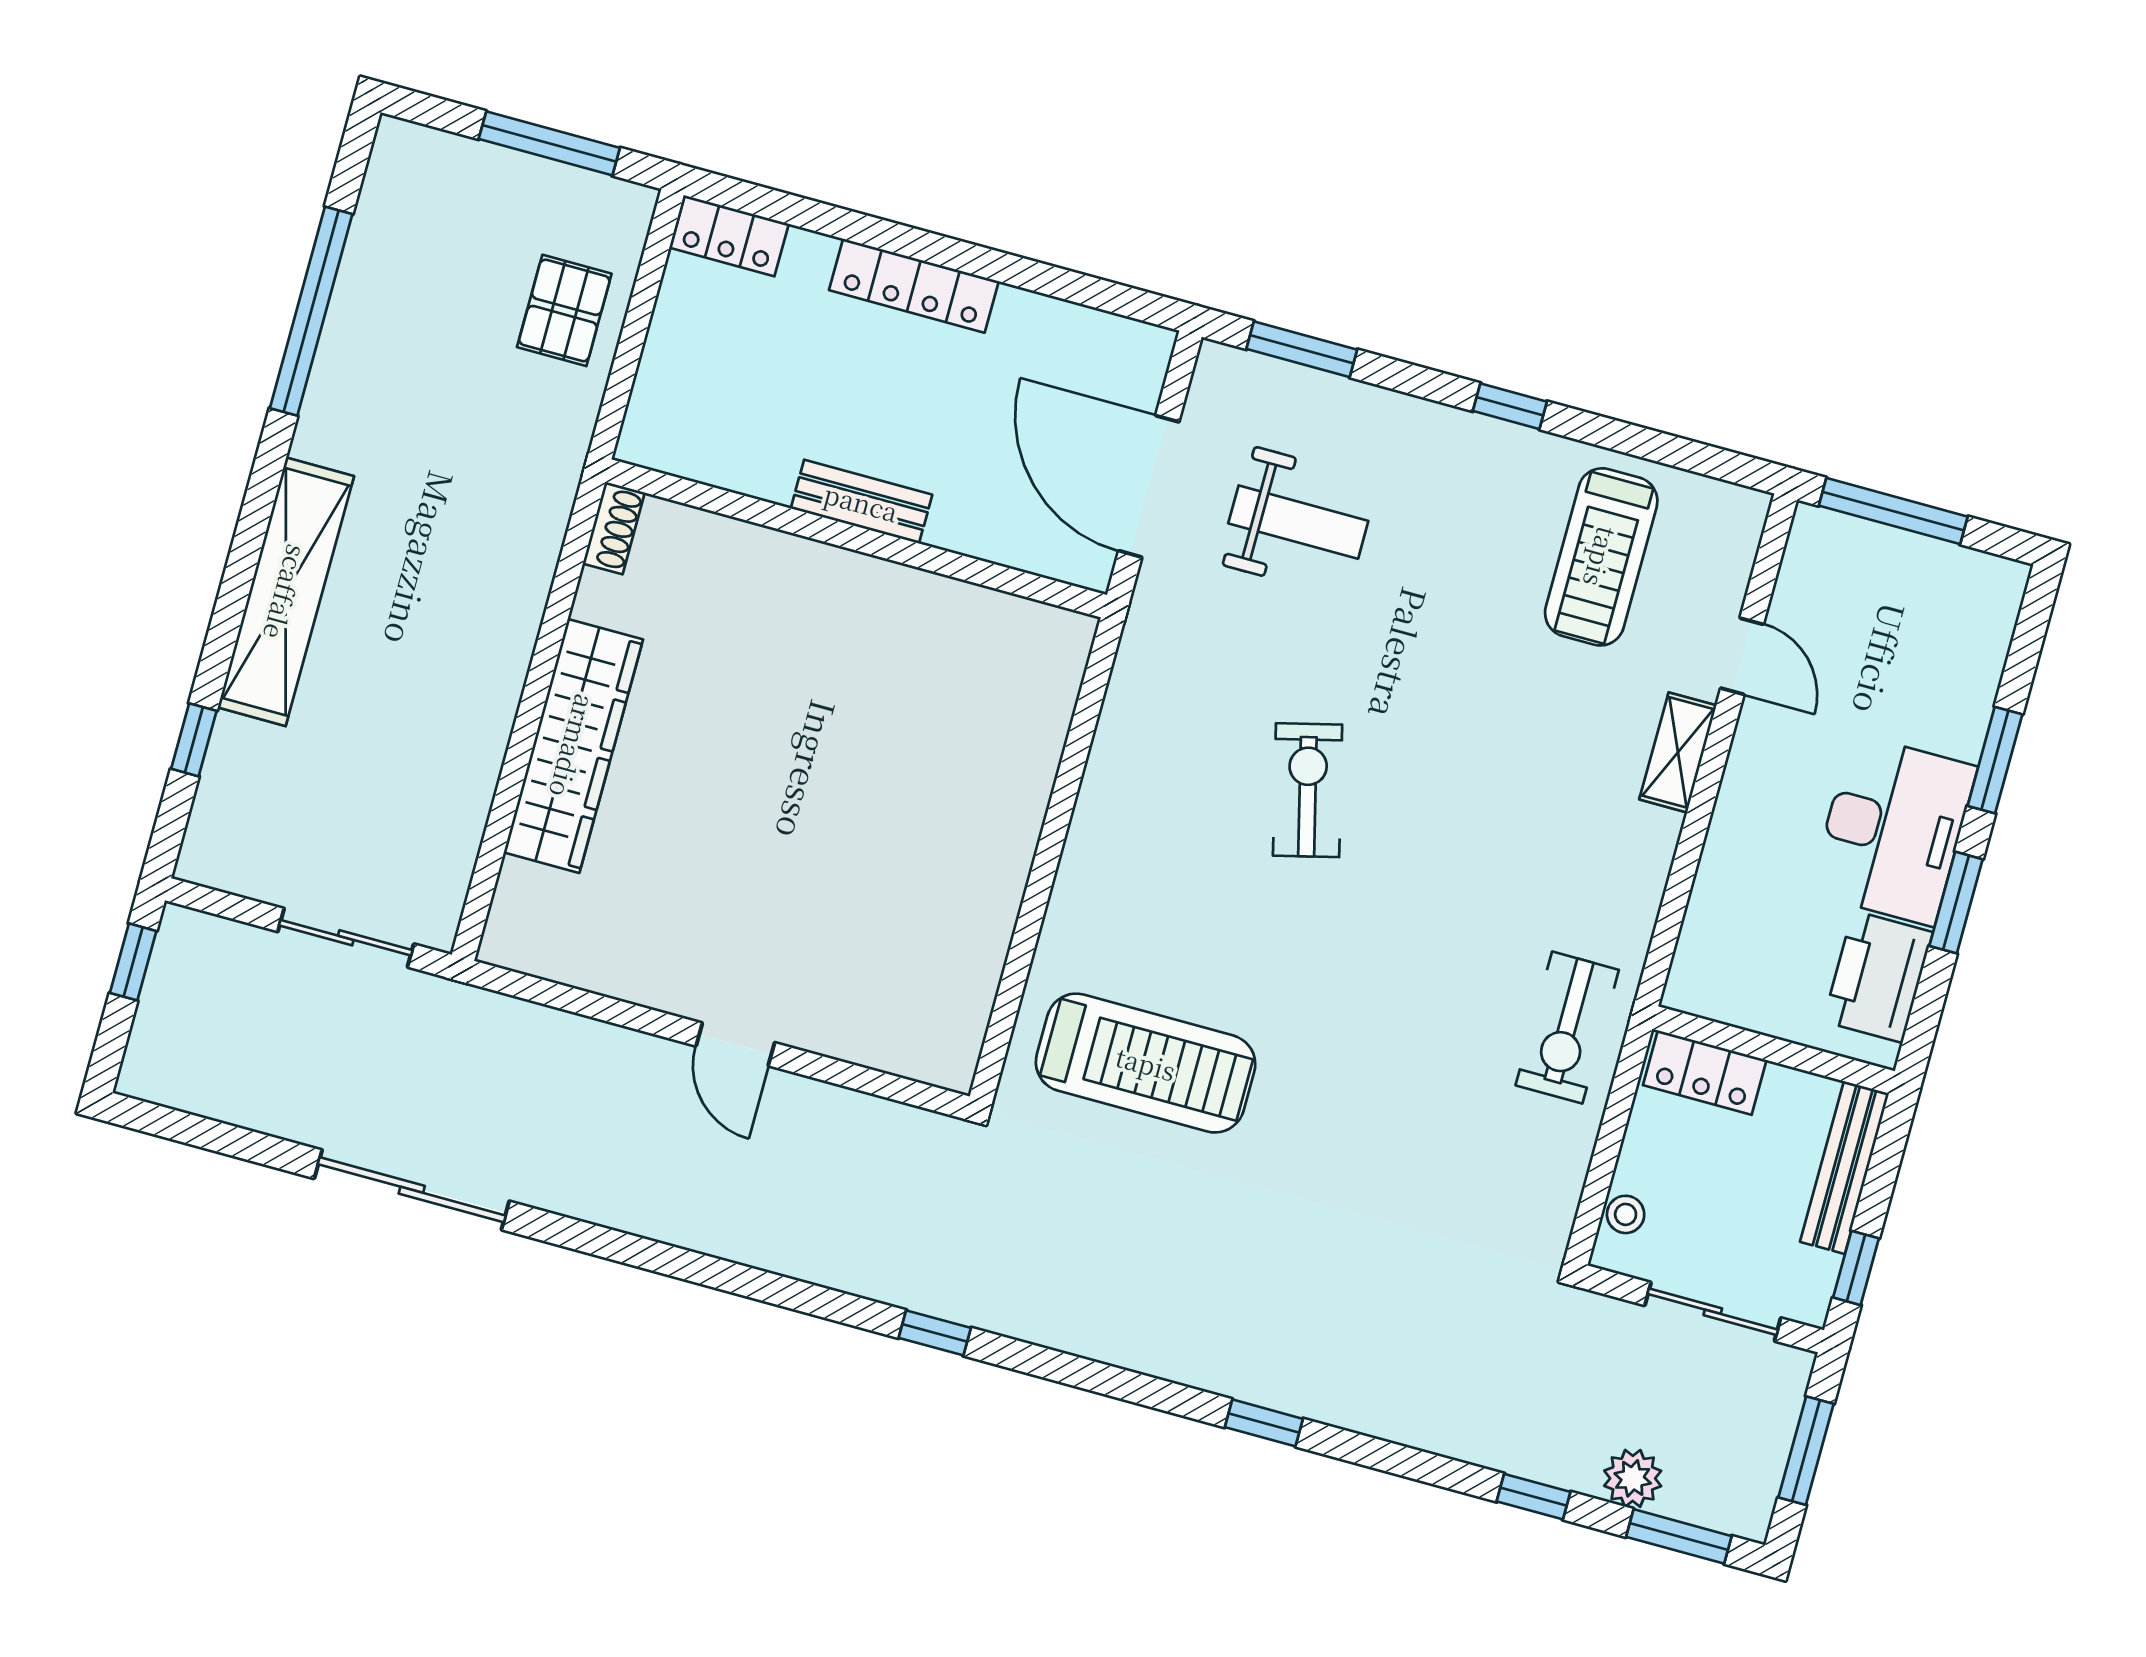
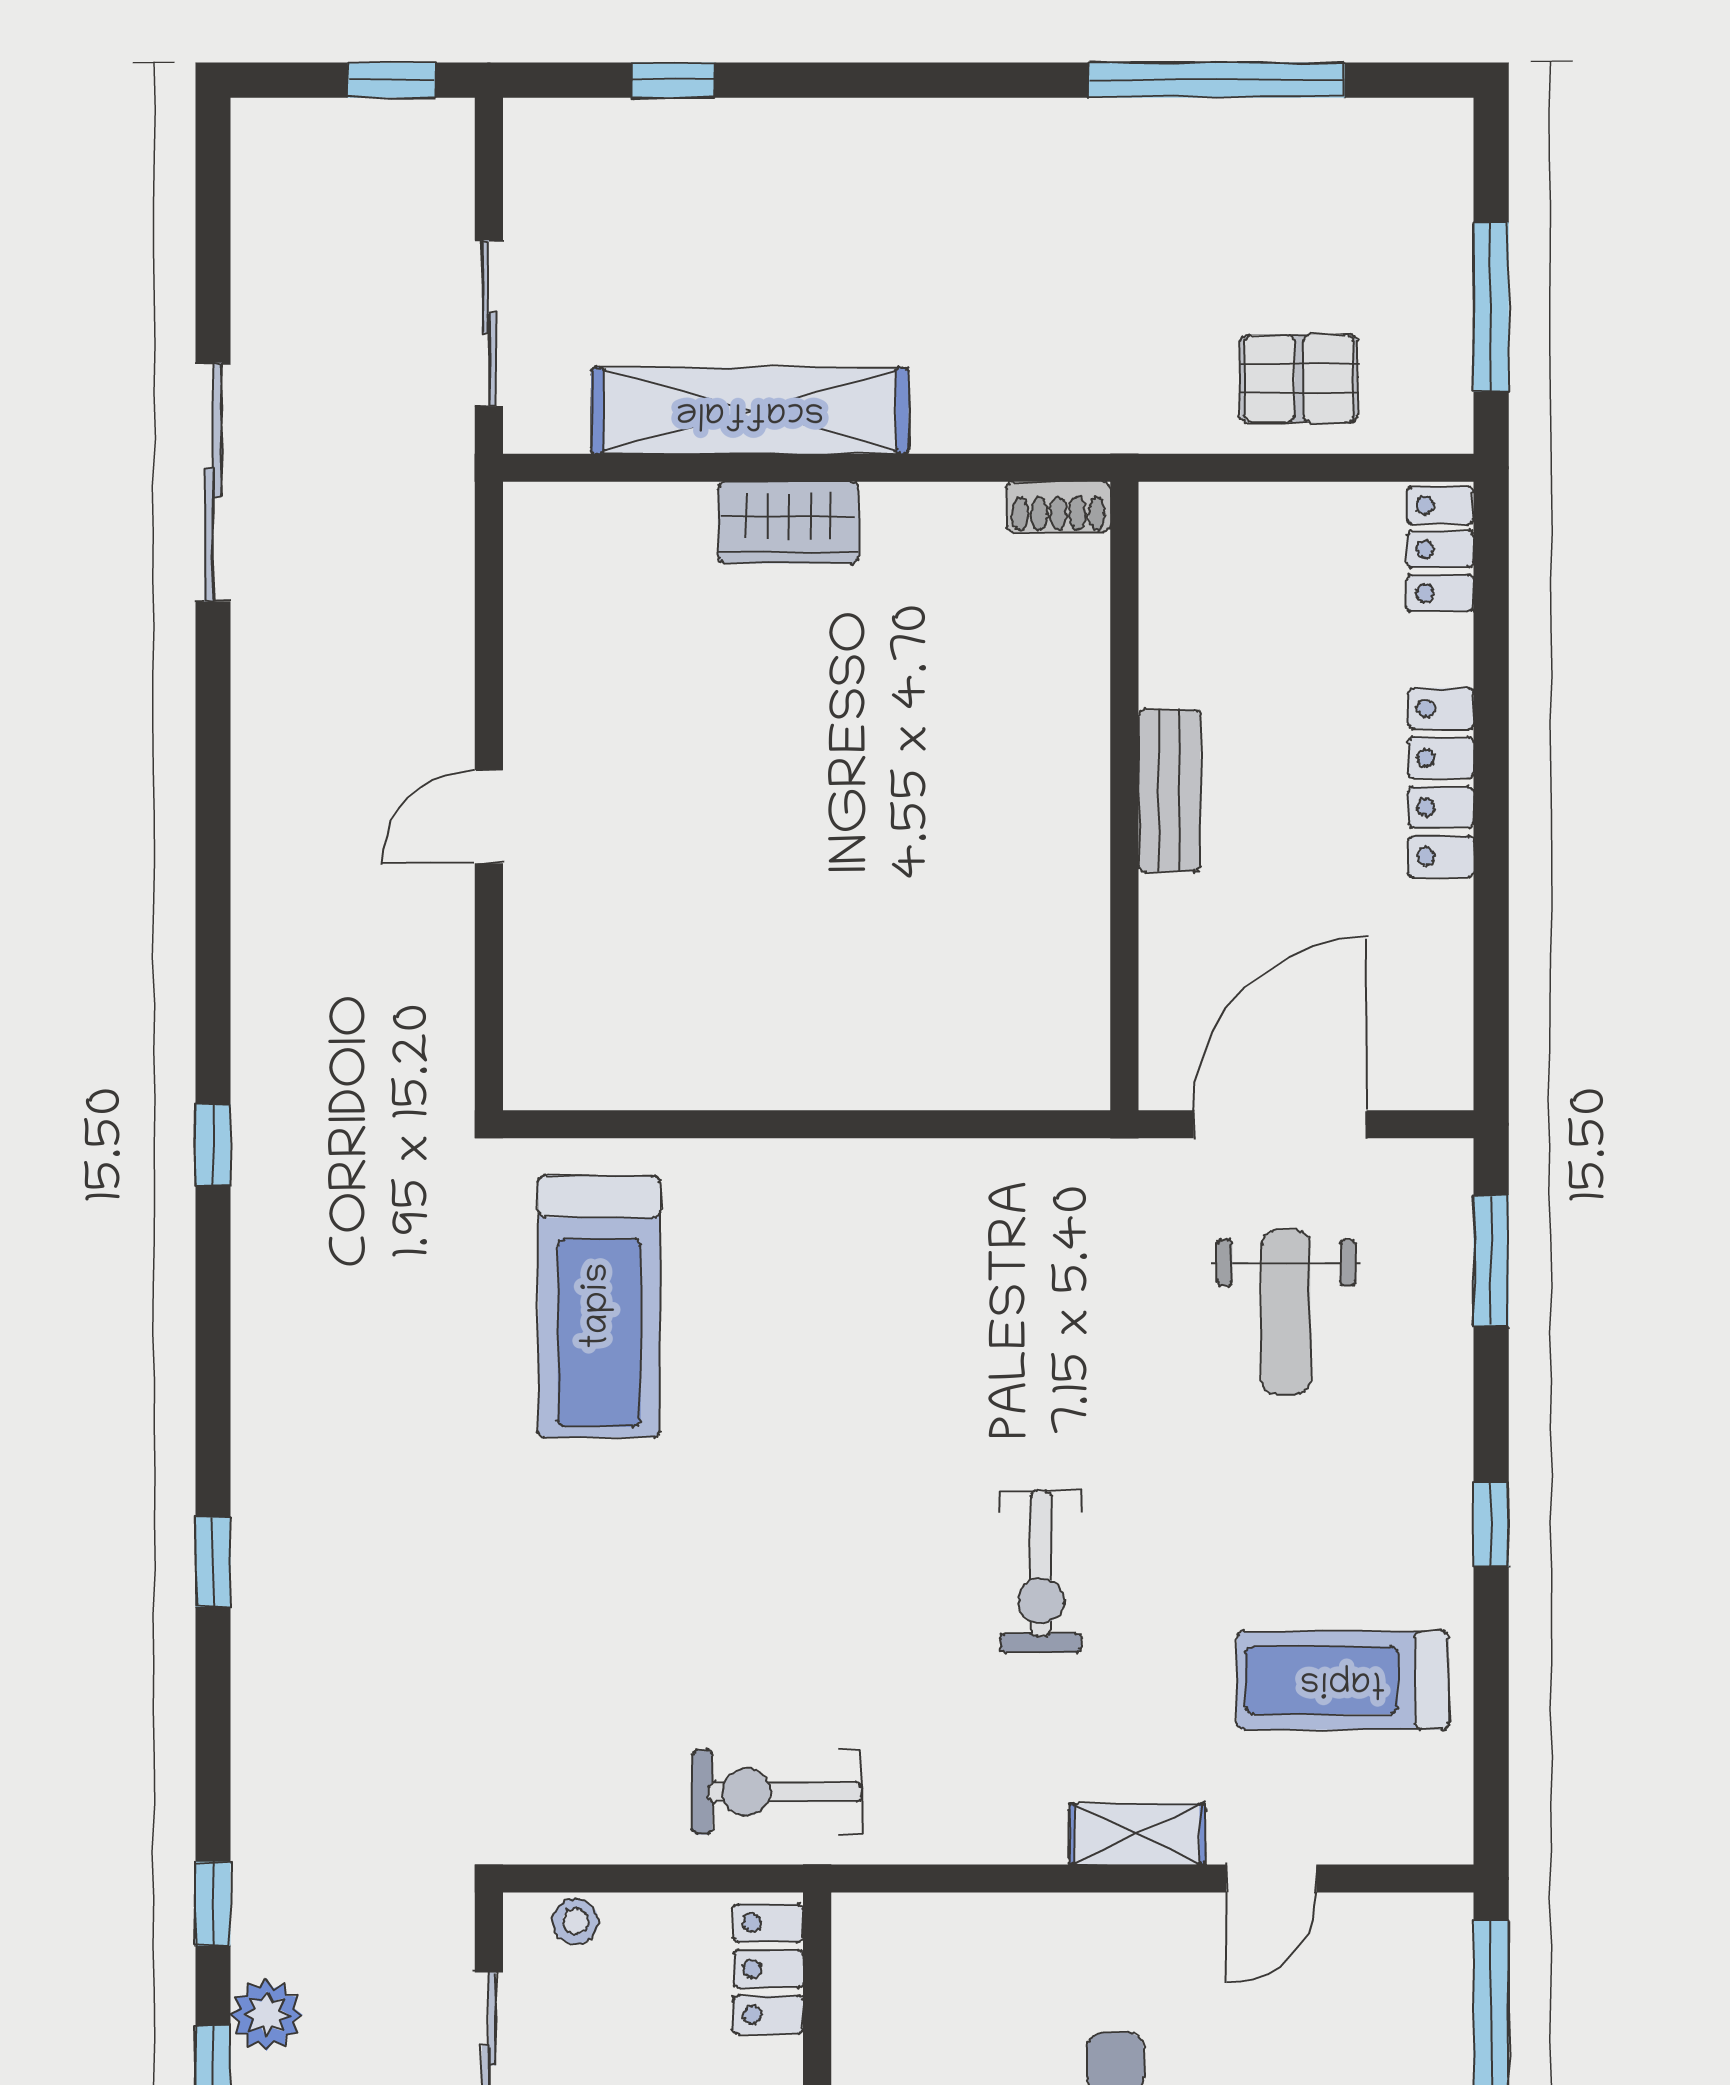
shelving: (286, 592) -> (750, 411), moved
wardrobe: (573, 746) -> (788, 523), width x0.48, depth x0.85
exercise bike: (1308, 790) -> (1041, 1572), moved, turned 104

